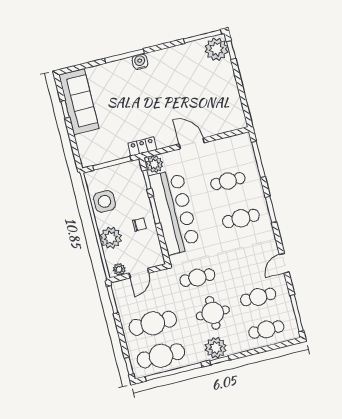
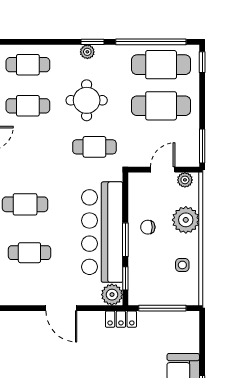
side table: (105, 201) -> (182, 265), width x0.54, depth x0.54
plant: (216, 348) -> (87, 52), width x0.53, depth x0.53

